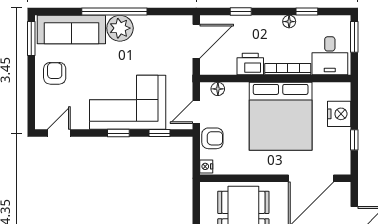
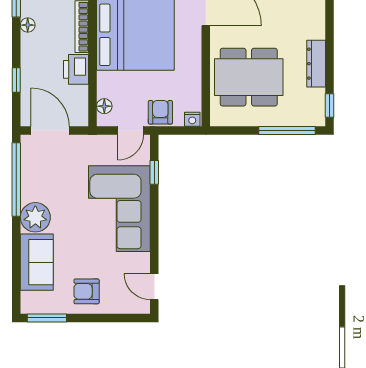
window: (114, 12) -> (16, 180), moved
sofa: (71, 30) -> (37, 262), width x0.73
door: (196, 112) -> (131, 130), hinge flipped
window: (118, 133) -> (154, 219), removed

